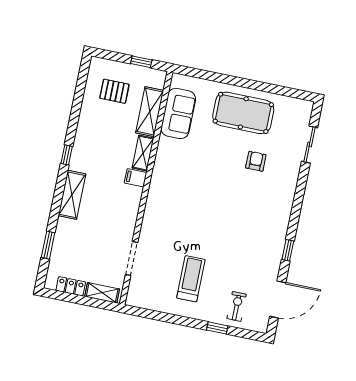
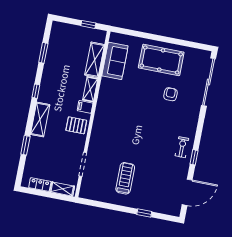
pallet: (114, 91) -> (76, 125), moved
window: (78, 101) -> (43, 53), added
sliding door: (310, 145) -> (209, 82), width x1.86
window: (48, 245) -> (25, 145), moved
exercise bike: (237, 306) -> (182, 147), moved

